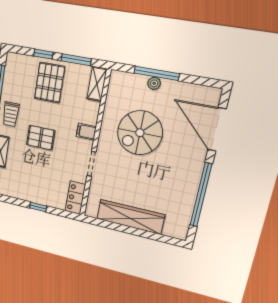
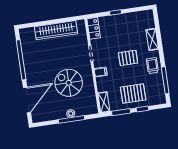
pallet: (50, 82) -> (133, 94), turned 90
door: (217, 129) -> (27, 100), hinge flipped
spiral stairs: (140, 133) -> (69, 83), turned -90

